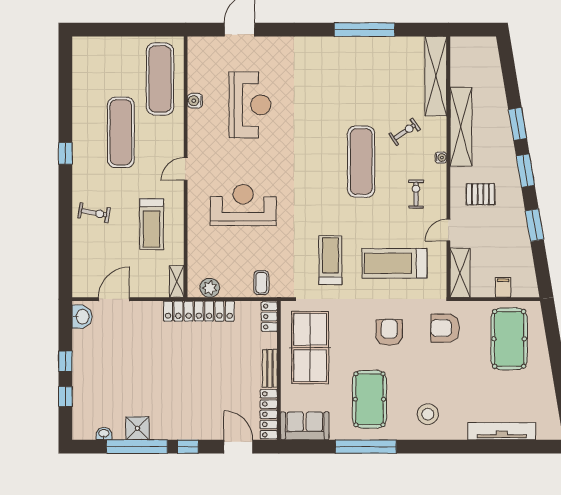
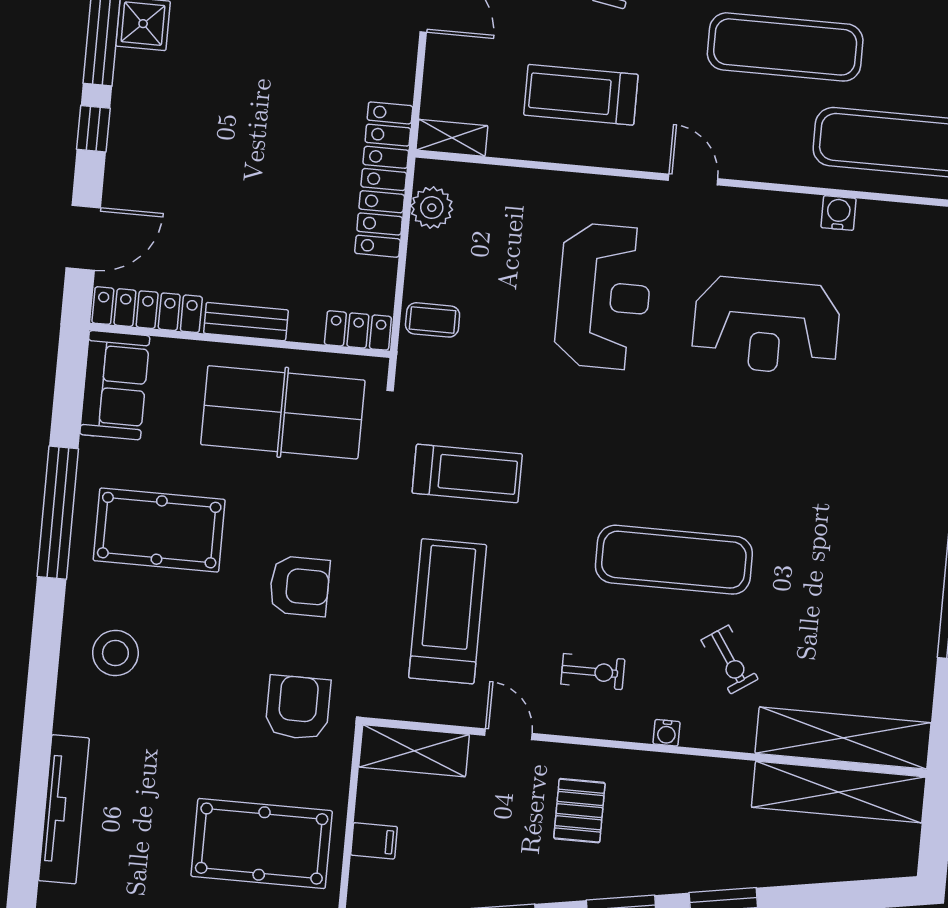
reception desk: (250, 105) -> (766, 326), moved
shelving: (461, 127) -> (839, 792), moved

